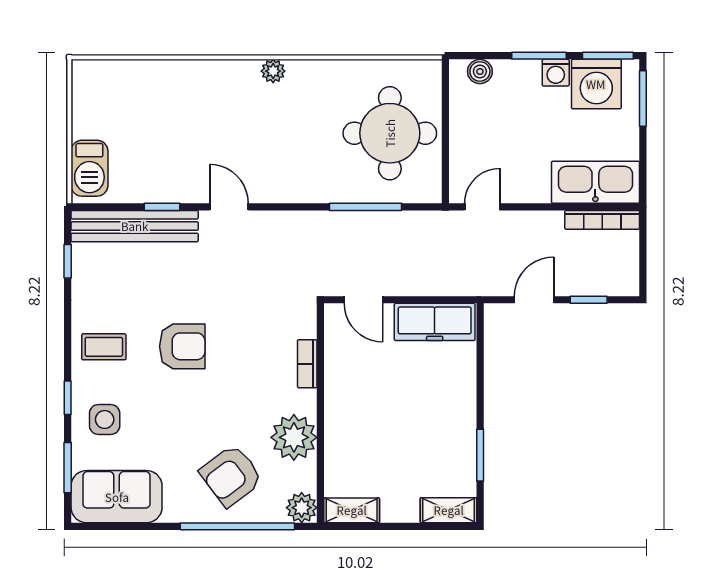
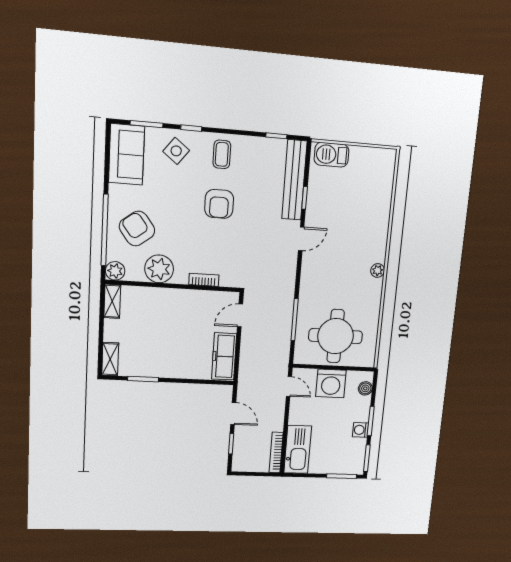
washing machine: (596, 84) -> (331, 383), moved, turned -90
side table: (105, 420) -> (176, 151), turned 38

